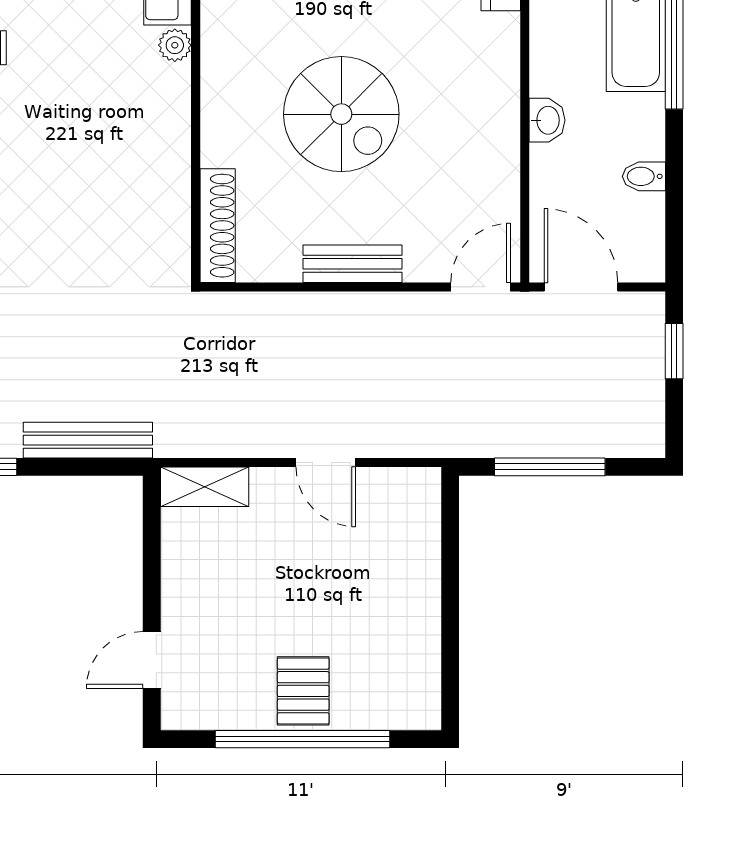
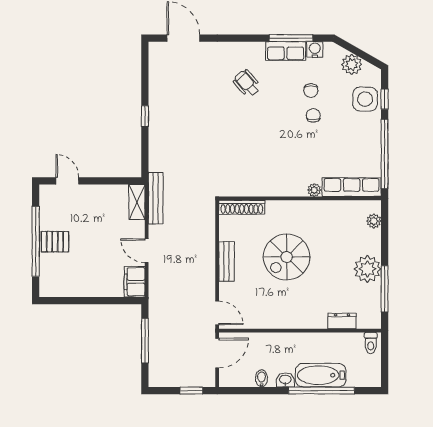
washbasin: (547, 120) -> (285, 380), moved, turned 180
bench: (88, 440) -> (156, 198), moved
door: (326, 463) -> (147, 251), hinge flipped
filing cabinet: (403, 492) -> (135, 282), added

